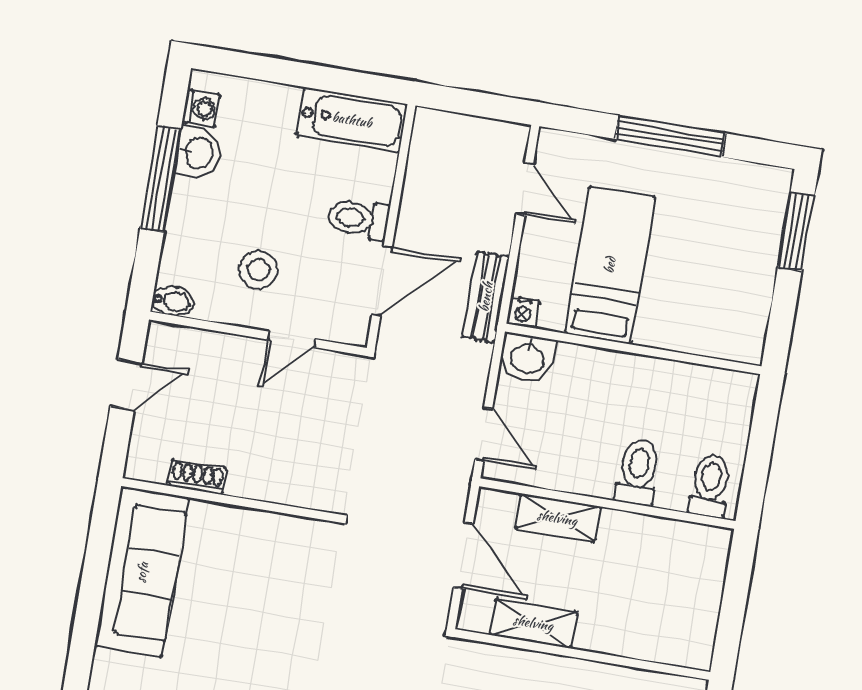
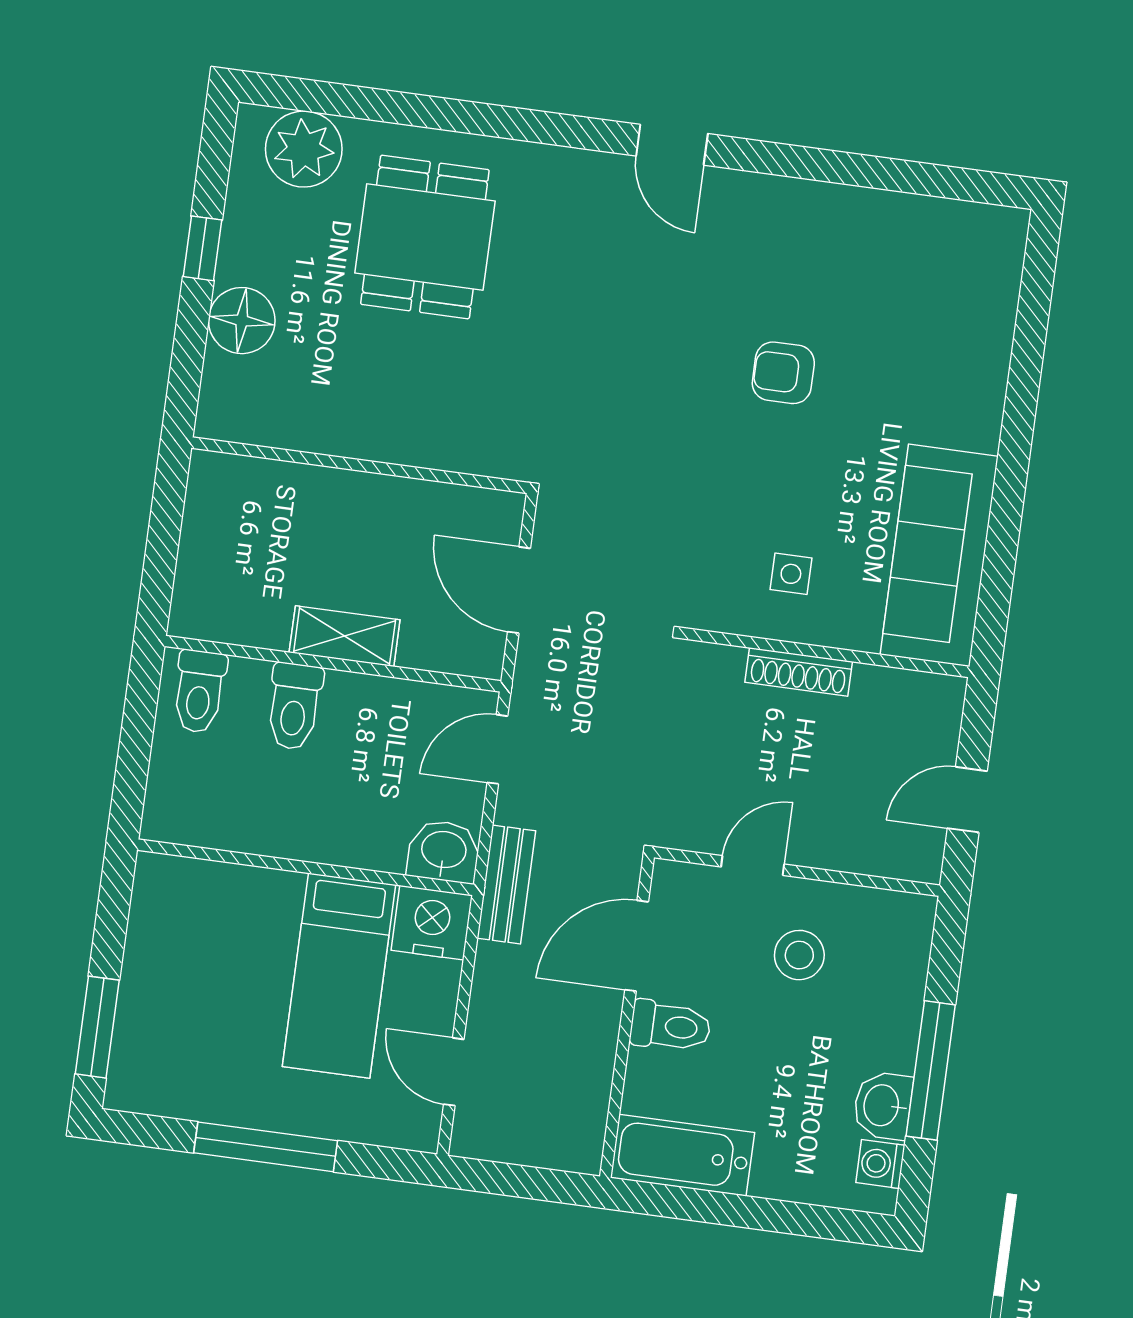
bench: (486, 297) -> (506, 885), moved
bidet: (173, 301) -> (909, 911), removed
nightstand: (523, 312) -> (432, 923), width x1.89, depth x1.79
door: (484, 434) -> (497, 749), hinge flipped
shoe rack: (197, 477) -> (799, 672), moved, width x1.43
shelving: (557, 518) -> (345, 636), moved
side table: (255, 561) -> (791, 574), added
shelving: (533, 623) -> (425, 504), removed

